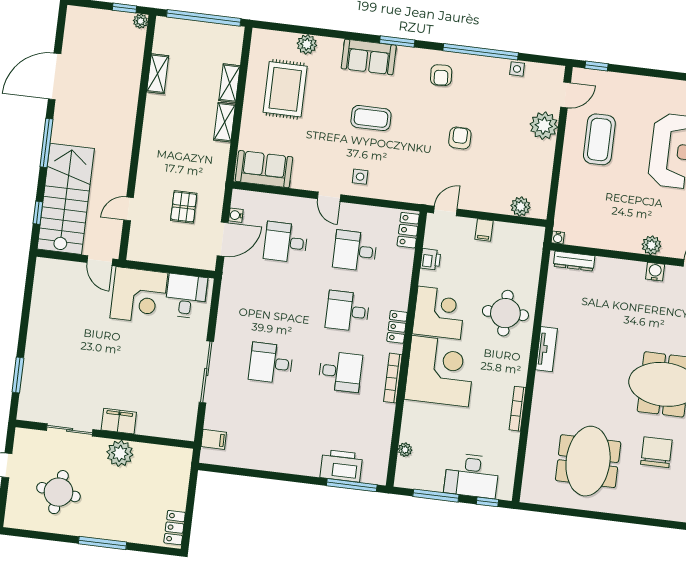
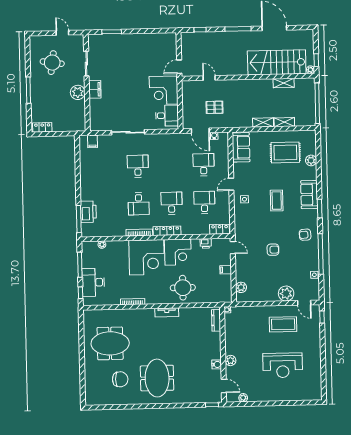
stairs: (66, 199) -> (277, 62), moved, turned 180
locker: (397, 327) -> (167, 231), width x1.53

